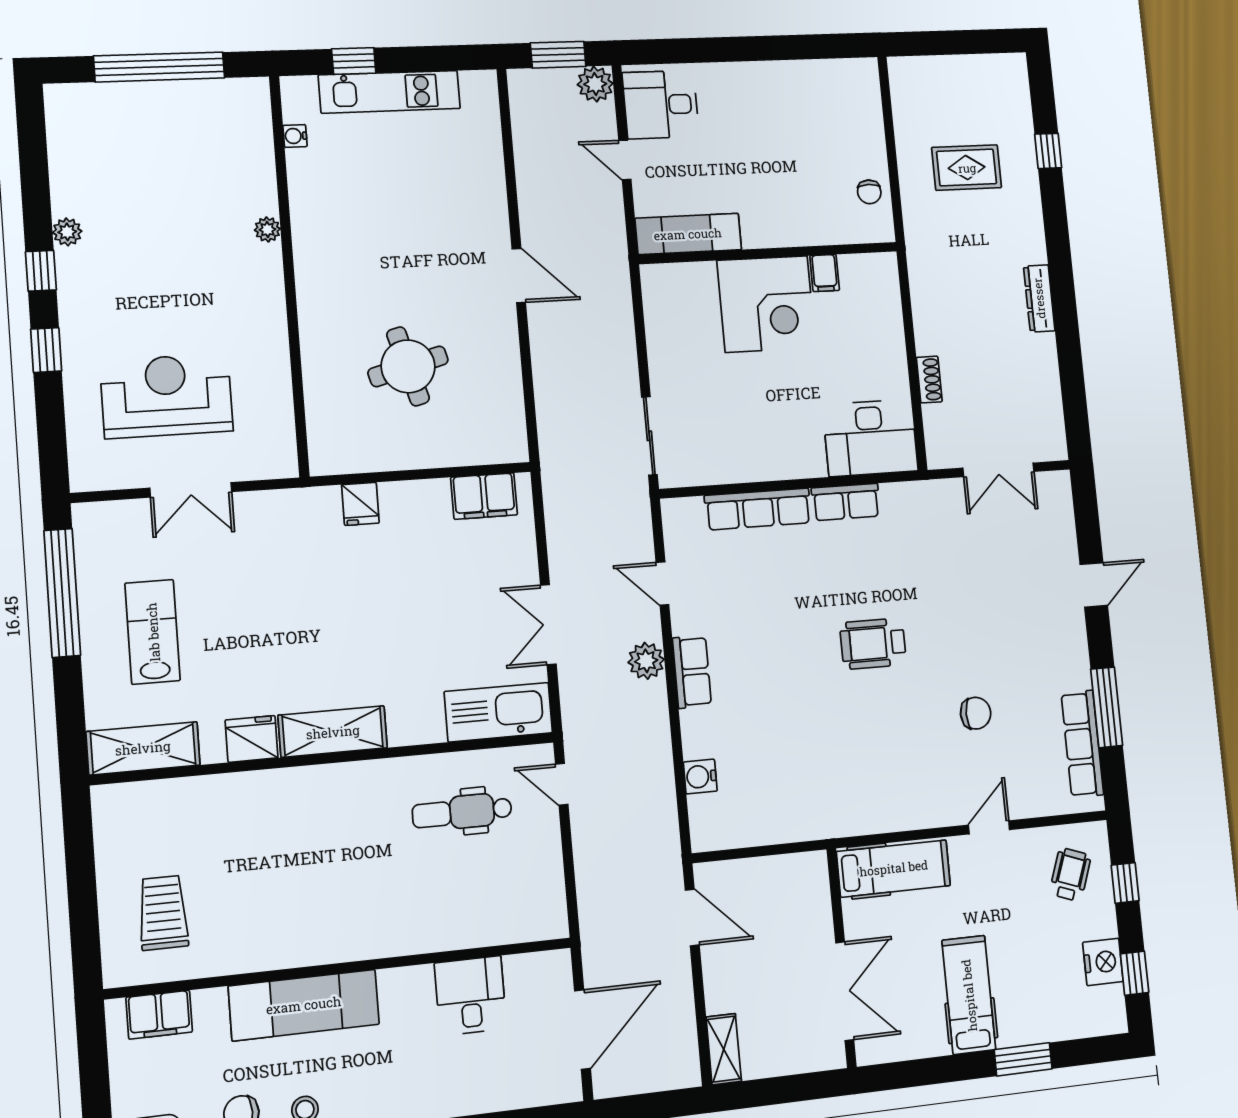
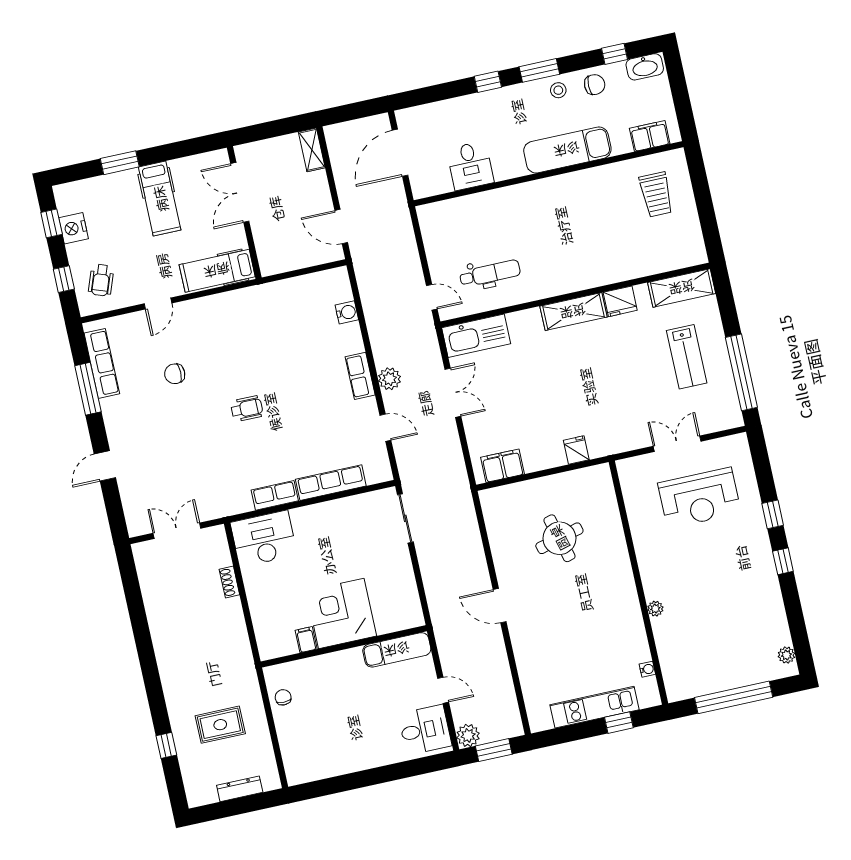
plant: (67, 232) -> (786, 655), moved
dresser: (1039, 298) -> (240, 789), moved, turned -90
wheelchair: (873, 644) -> (247, 409), width x0.73, depth x0.73

